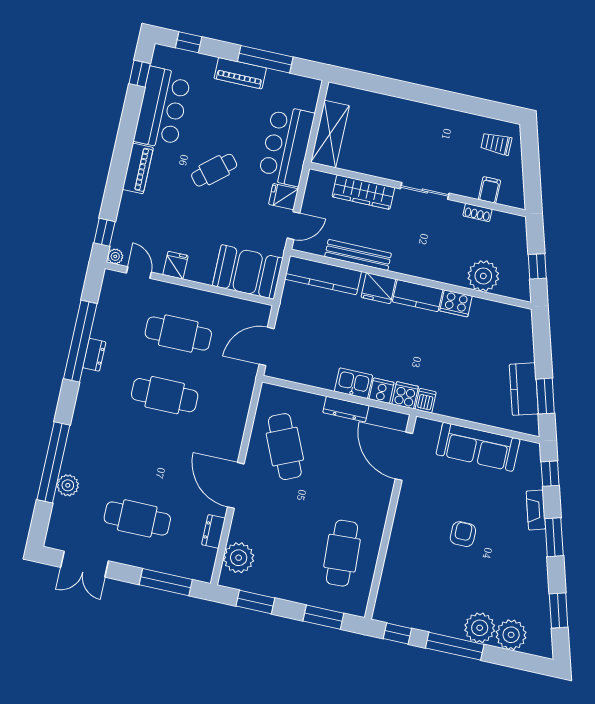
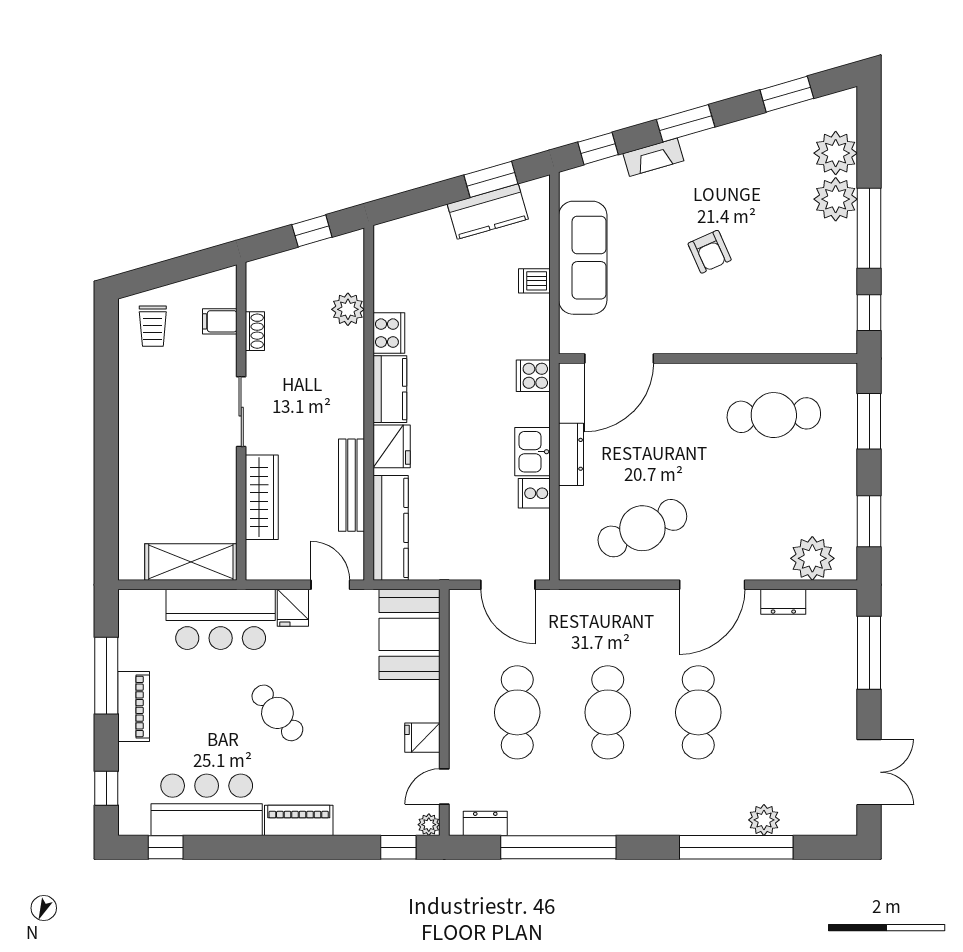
plant: (483, 276) -> (348, 309), width x0.73, depth x0.73
dresser: (94, 355) -> (485, 823), moved
cooker: (381, 391) -> (534, 493), moved
dishwasher: (426, 401) -> (534, 281), moved
cafe table: (137, 518) -> (698, 712), moved
armchair: (463, 534) -> (710, 252), turned -114

